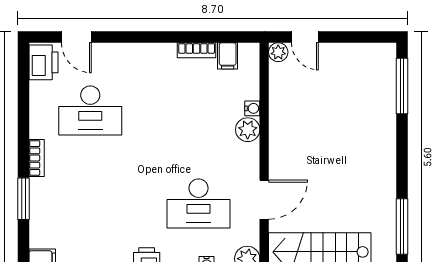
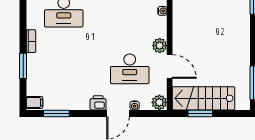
plant: (248, 130) -> (160, 46), moved
door: (264, 200) -> (170, 66), hinge flipped

